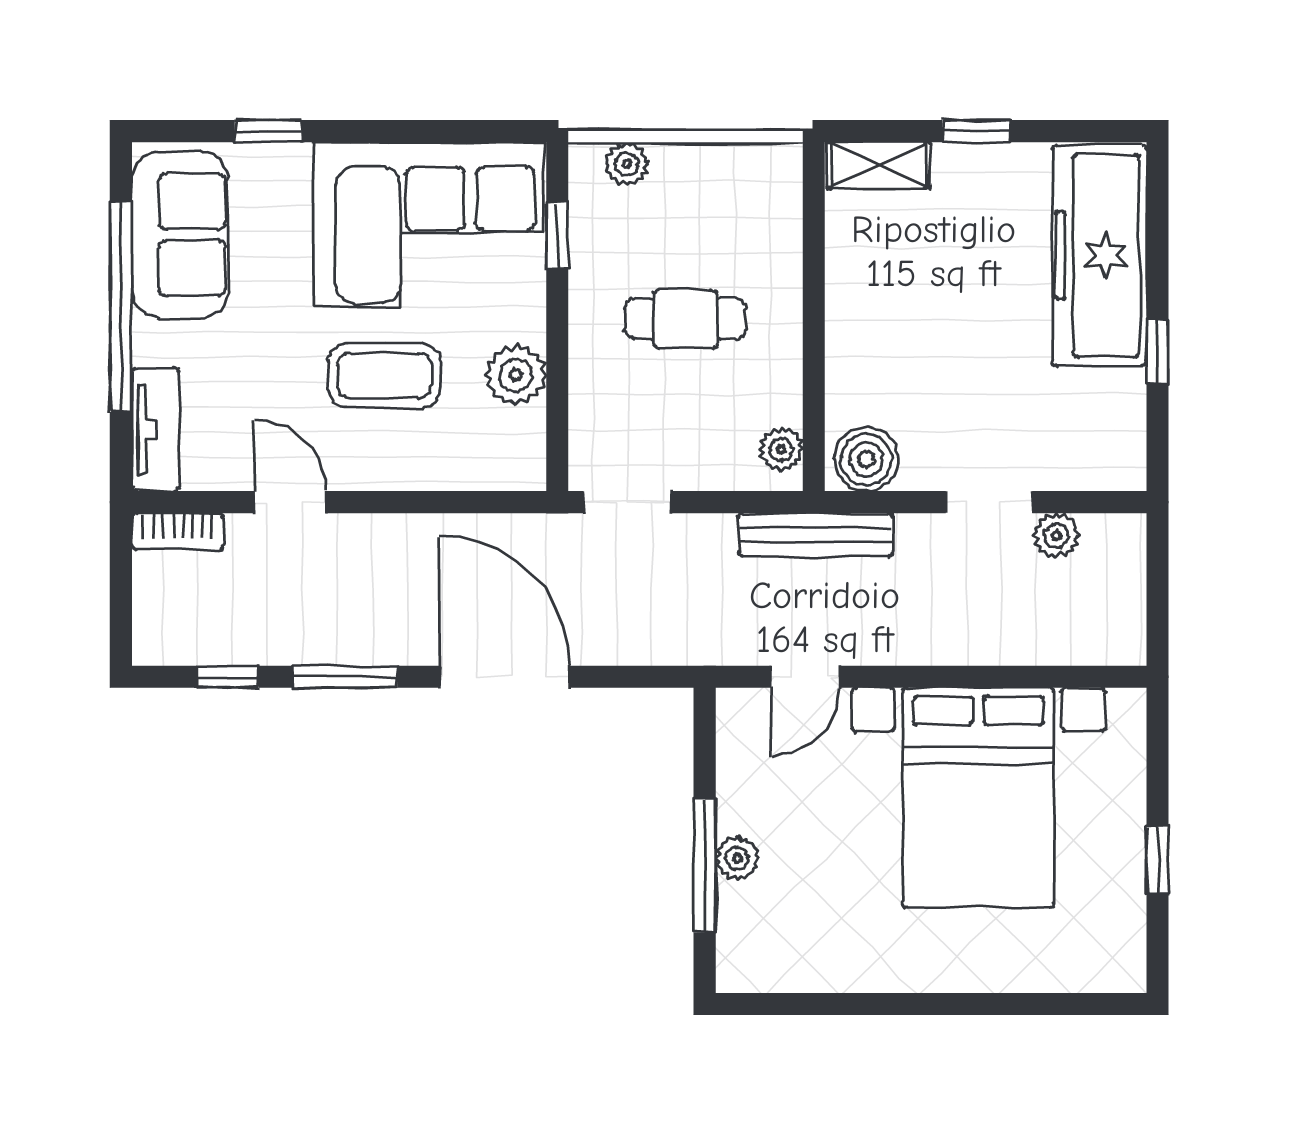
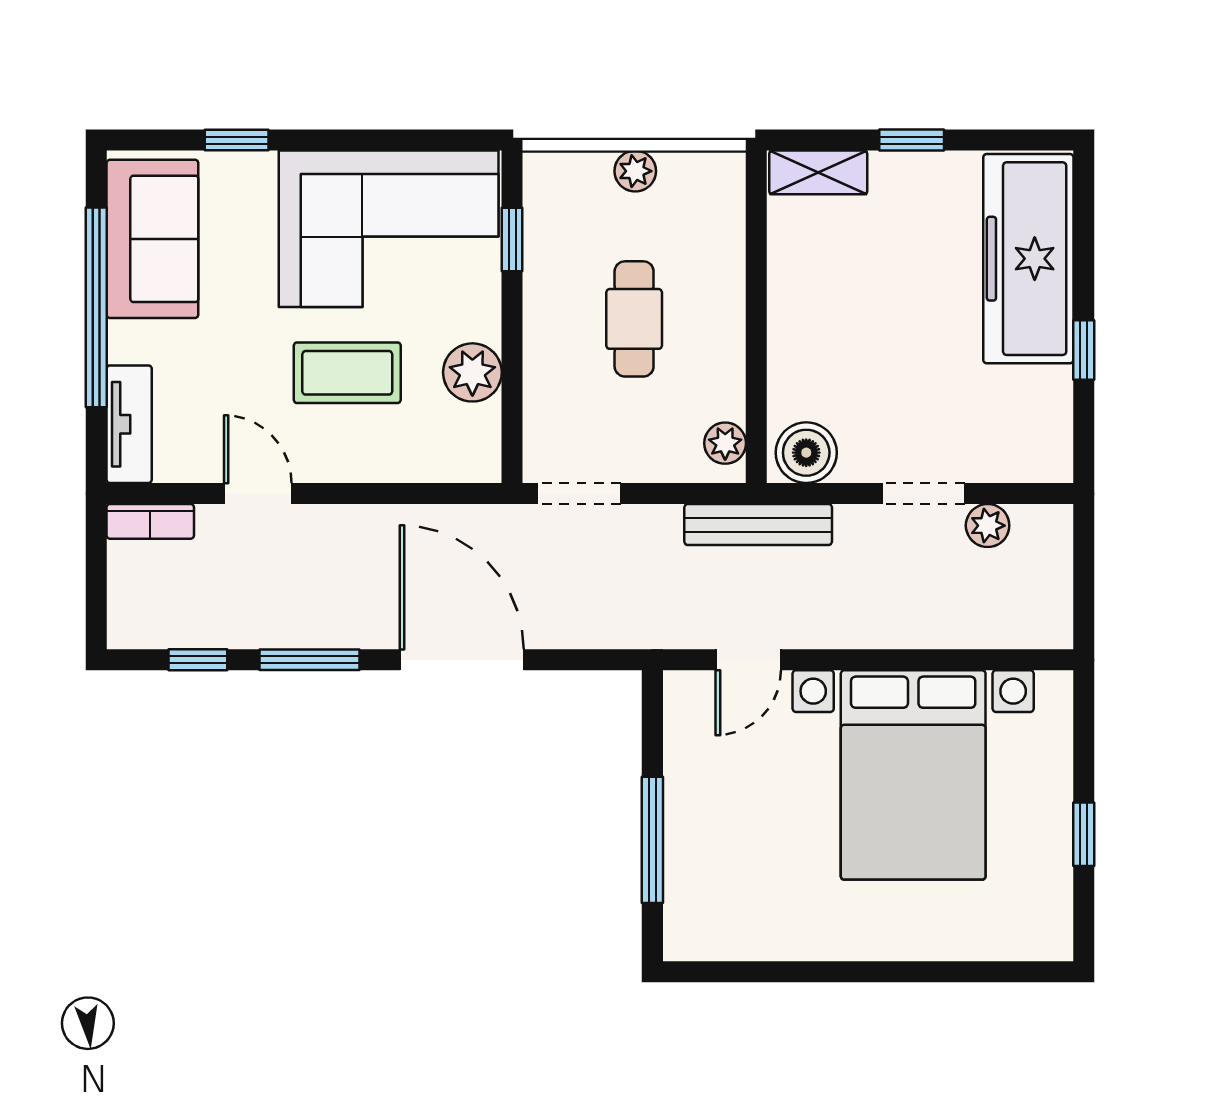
plant: (627, 164) -> (635, 171), moved
cafe table: (685, 319) -> (634, 319), turned 90
plant: (737, 858) -> (684, 833), removed

